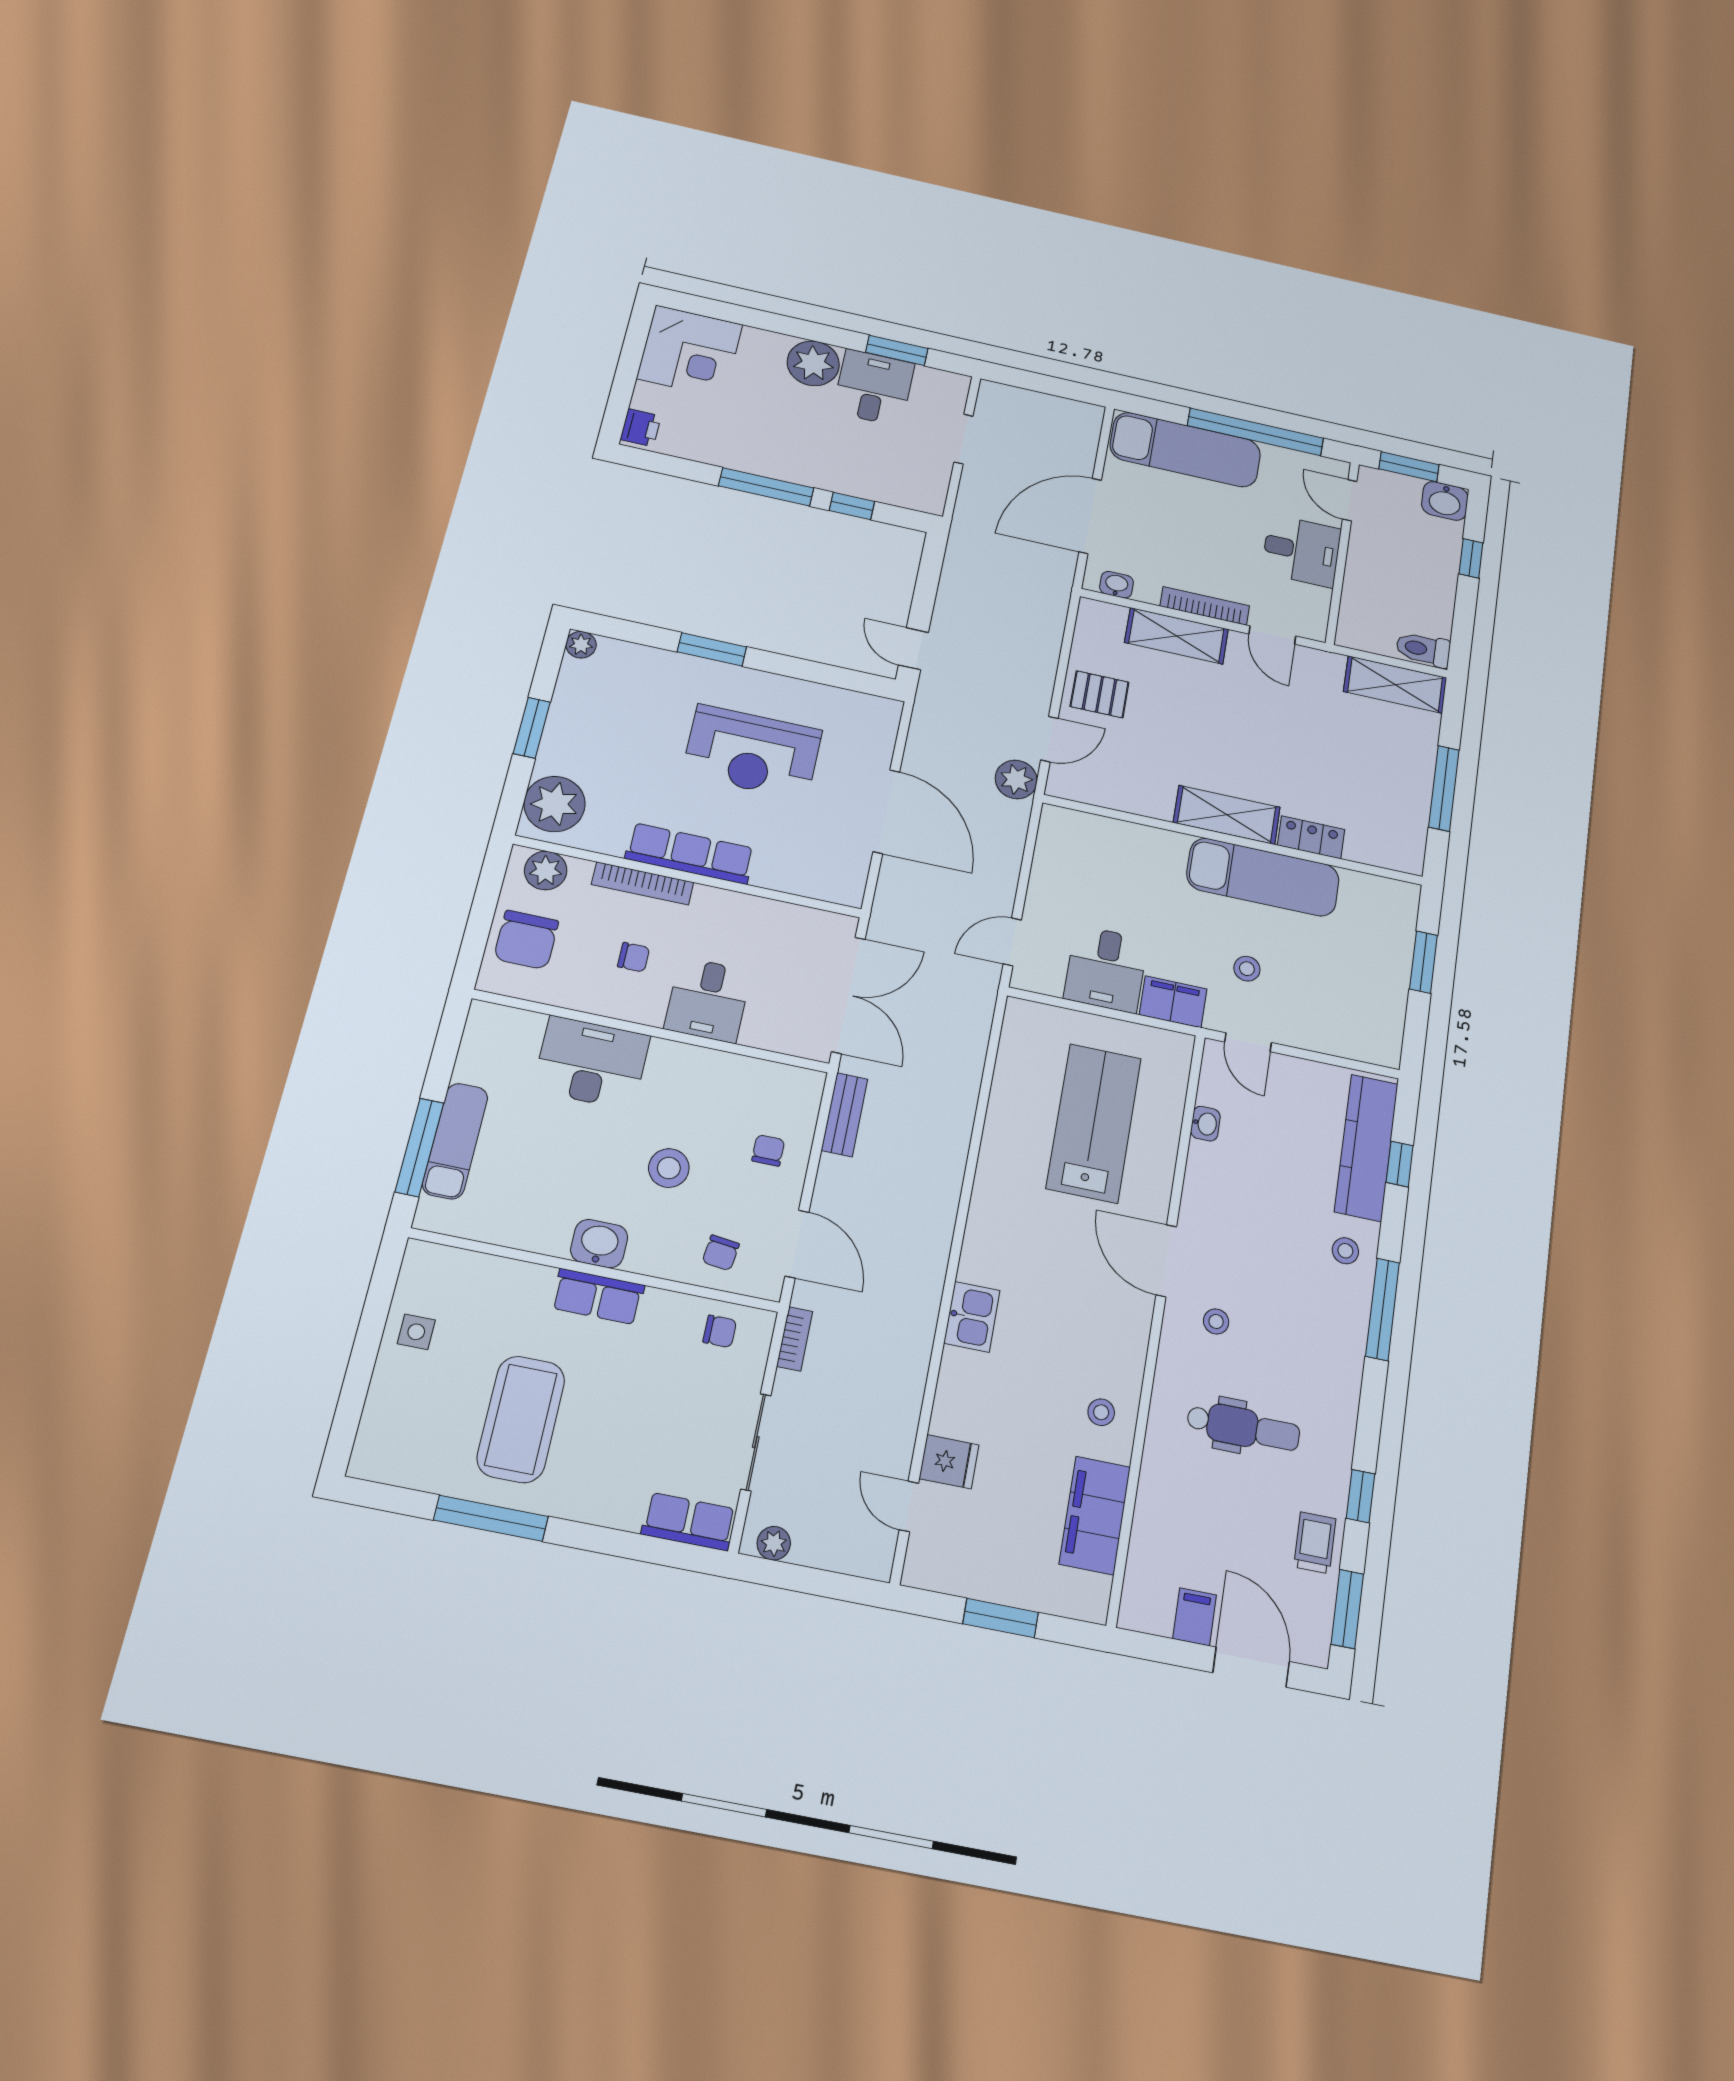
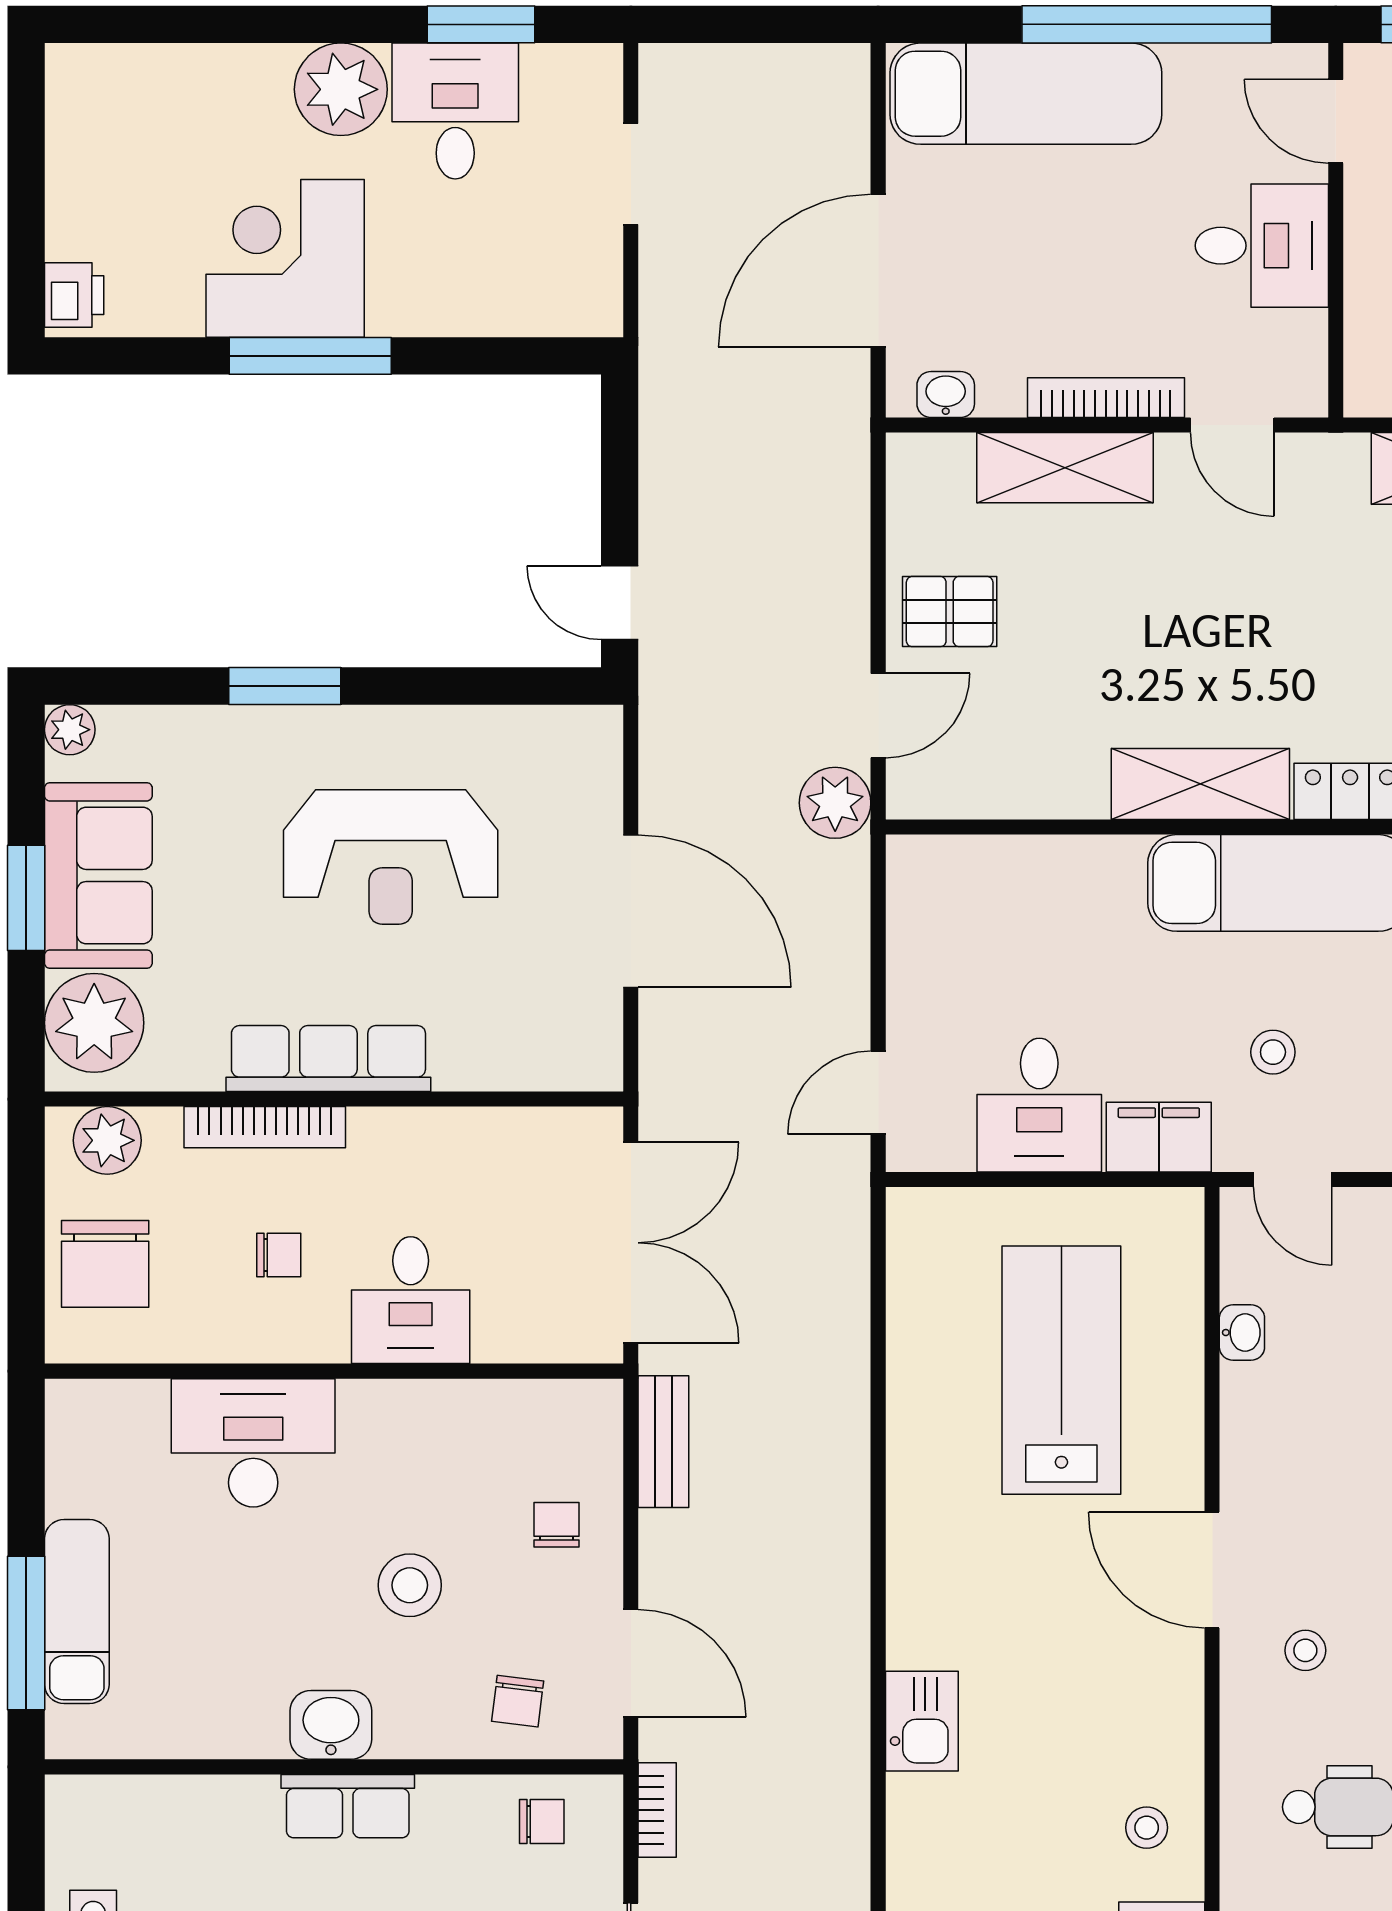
corner desk: (690, 351) -> (285, 258), moved, turned 180
window: (852, 506) -> (463, 356), removed
sofa: (578, 725) -> (98, 875), added

